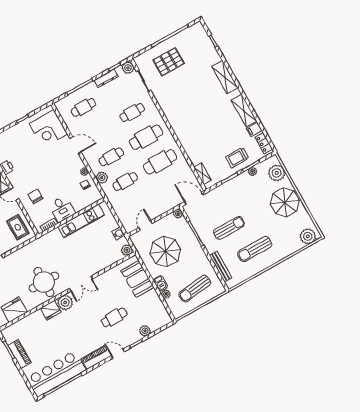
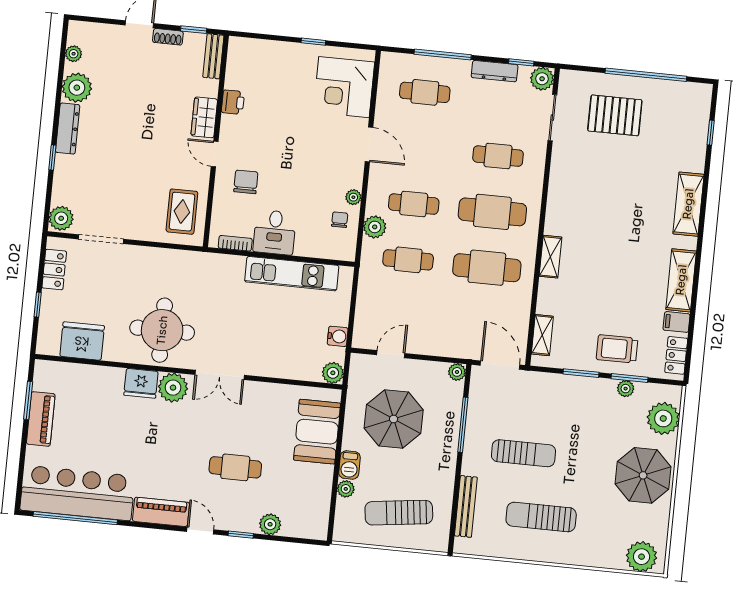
shelving: (183, 139) -> (550, 257), added

